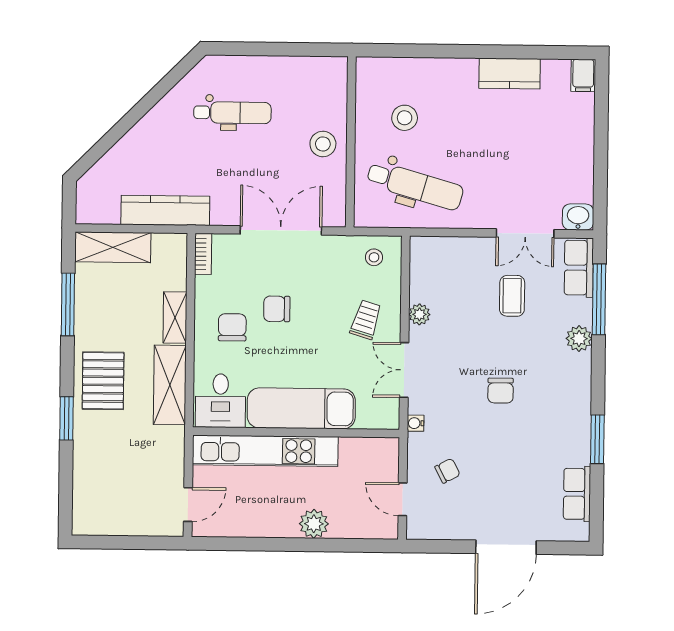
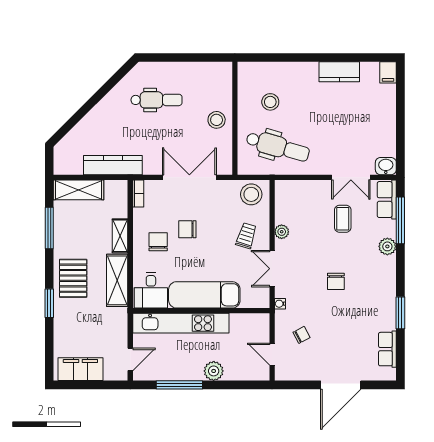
stool: (374, 257) -> (251, 194), width x1.89, depth x1.89
filing cabinet: (112, 518) -> (80, 369), added
window: (262, 544) -> (179, 385), added

